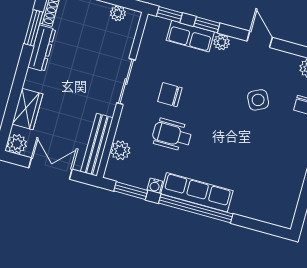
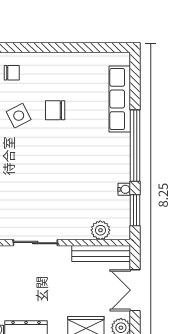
chair: (170, 95) -> (55, 110), moved, turned 90
wheelchair: (172, 135) -> (73, 186), removed
row of seats: (197, 192) -> (120, 99), moved

